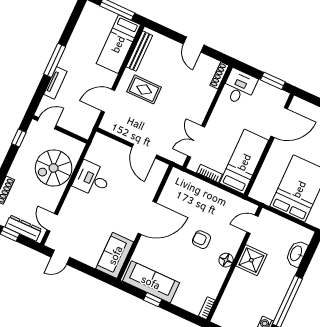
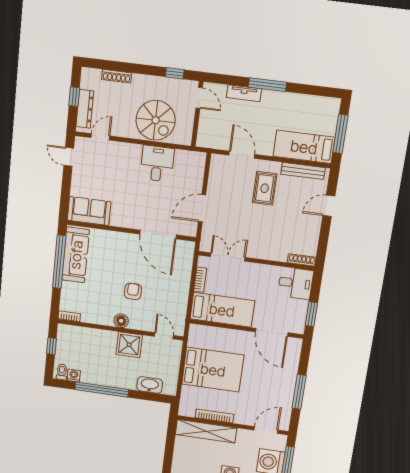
door: (194, 44) -> (329, 206), moved
spiral stairs: (54, 168) -> (156, 120), turned 180
door: (147, 218) -> (158, 234), moved
window: (153, 300) -> (59, 262), width x3.17

